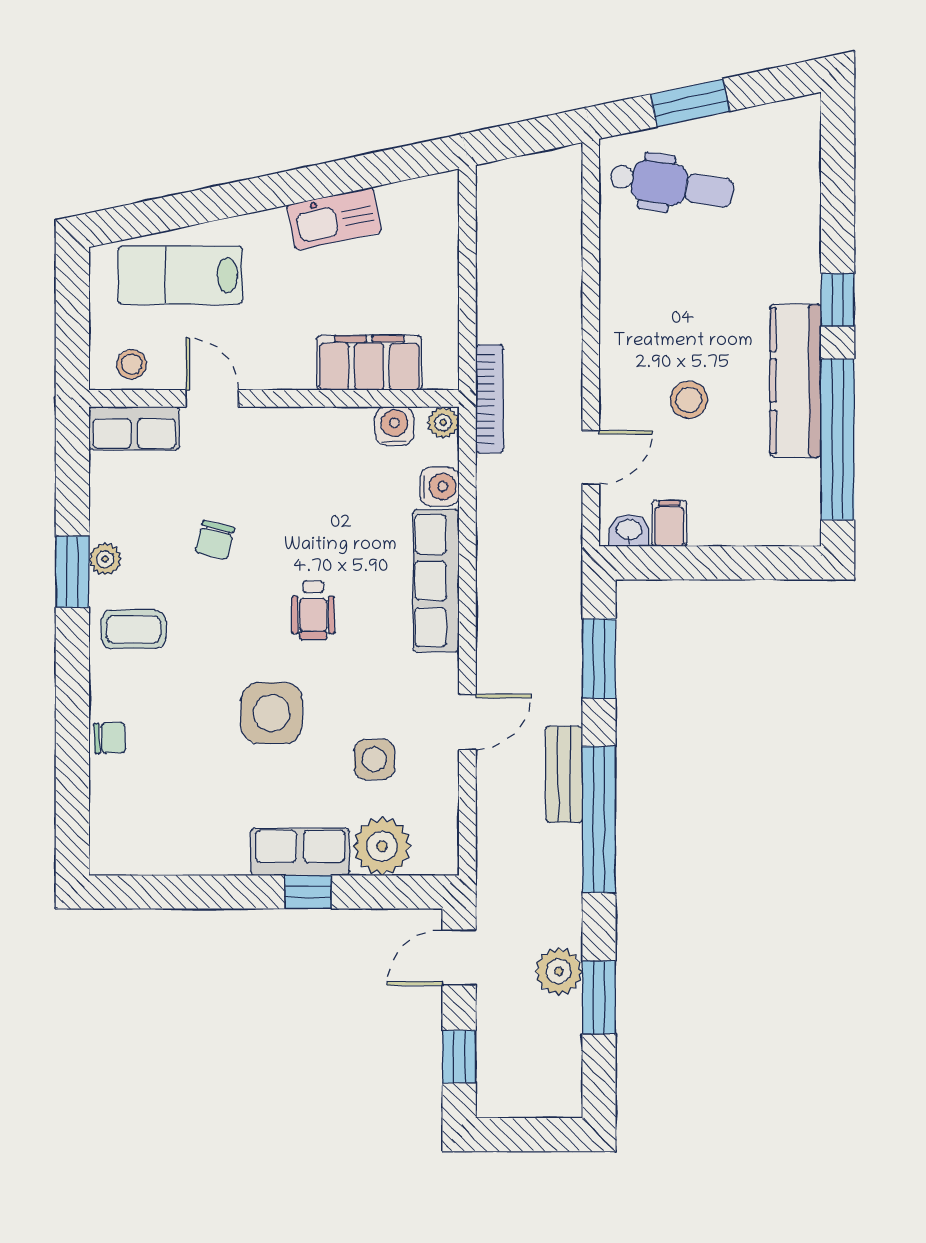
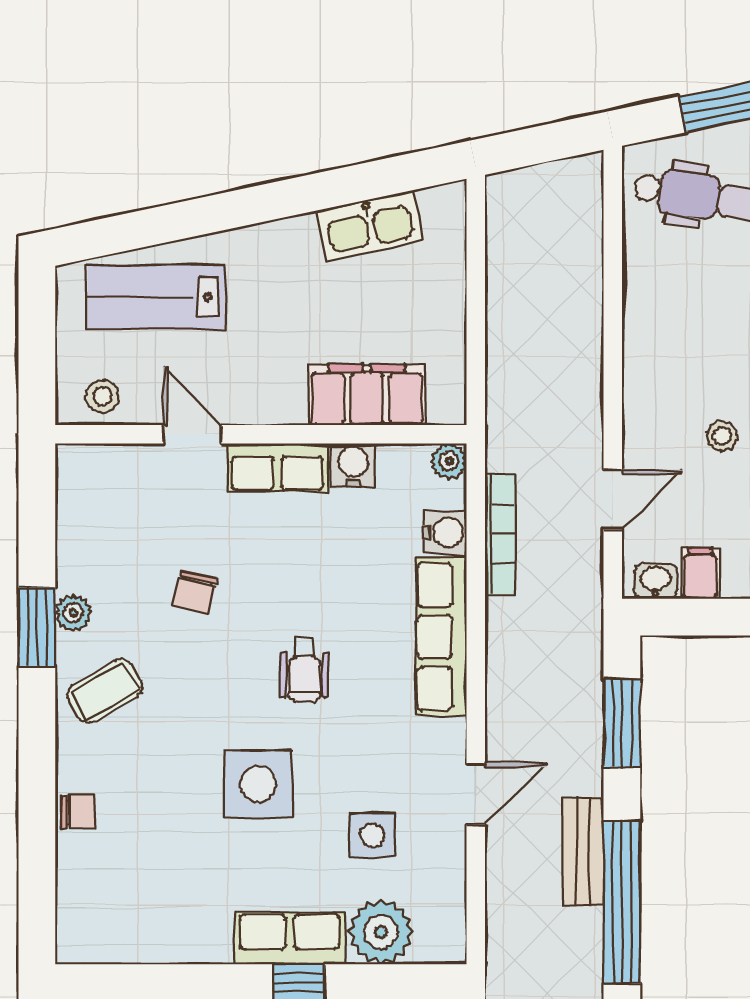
kitchen sink: (334, 219) -> (370, 226), moved
bookcase: (489, 399) -> (500, 534), moved
stool: (689, 400) -> (722, 436), width x0.73, depth x0.73
water cooler: (394, 426) -> (353, 465), moved
row of seats: (134, 428) -> (277, 467), moved
coffee table: (133, 629) -> (105, 691), turned -31

